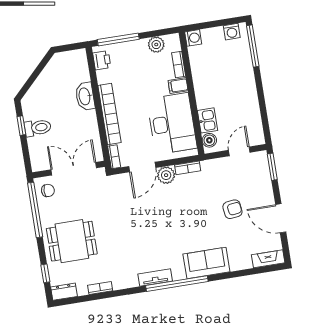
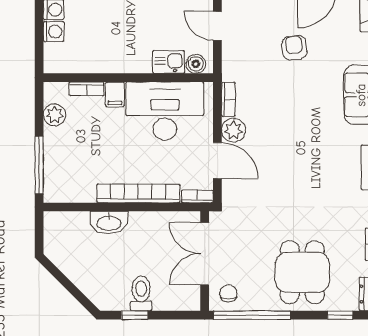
washing machine: (193, 38) -> (54, 32), moved, turned 90
printer: (102, 60) -> (64, 192), removed

